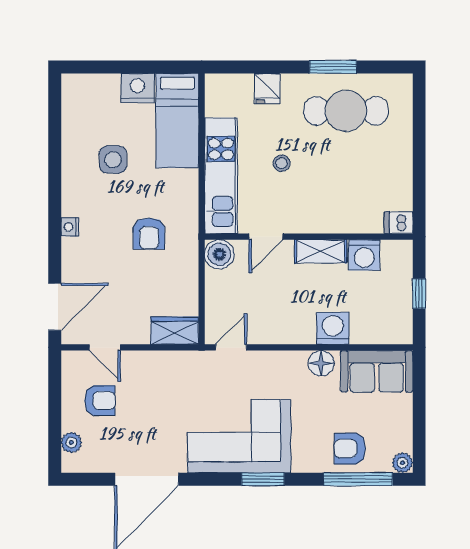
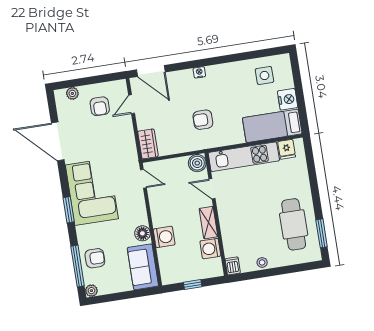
window: (333, 67) -> (322, 233), moved
fridge: (267, 88) -> (287, 149), moved, turned -90
side table: (113, 160) -> (264, 76), moved
stool: (281, 163) -> (262, 262), moved
armchair: (350, 449) -> (95, 258), turned 90

